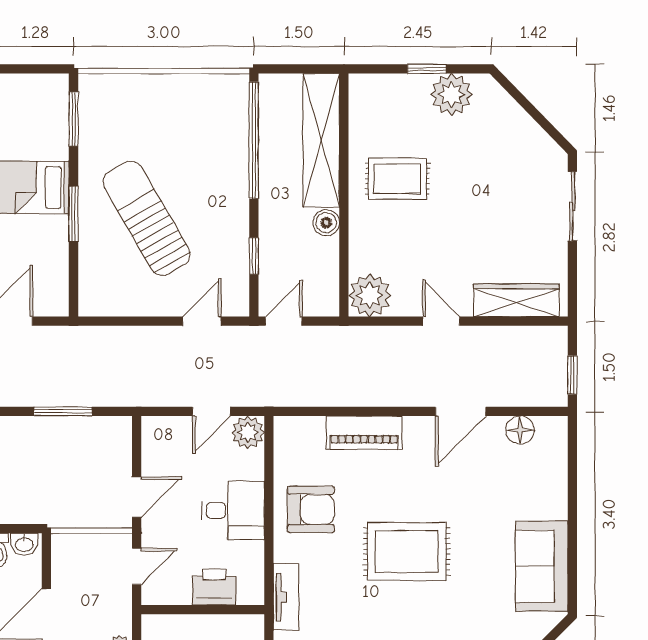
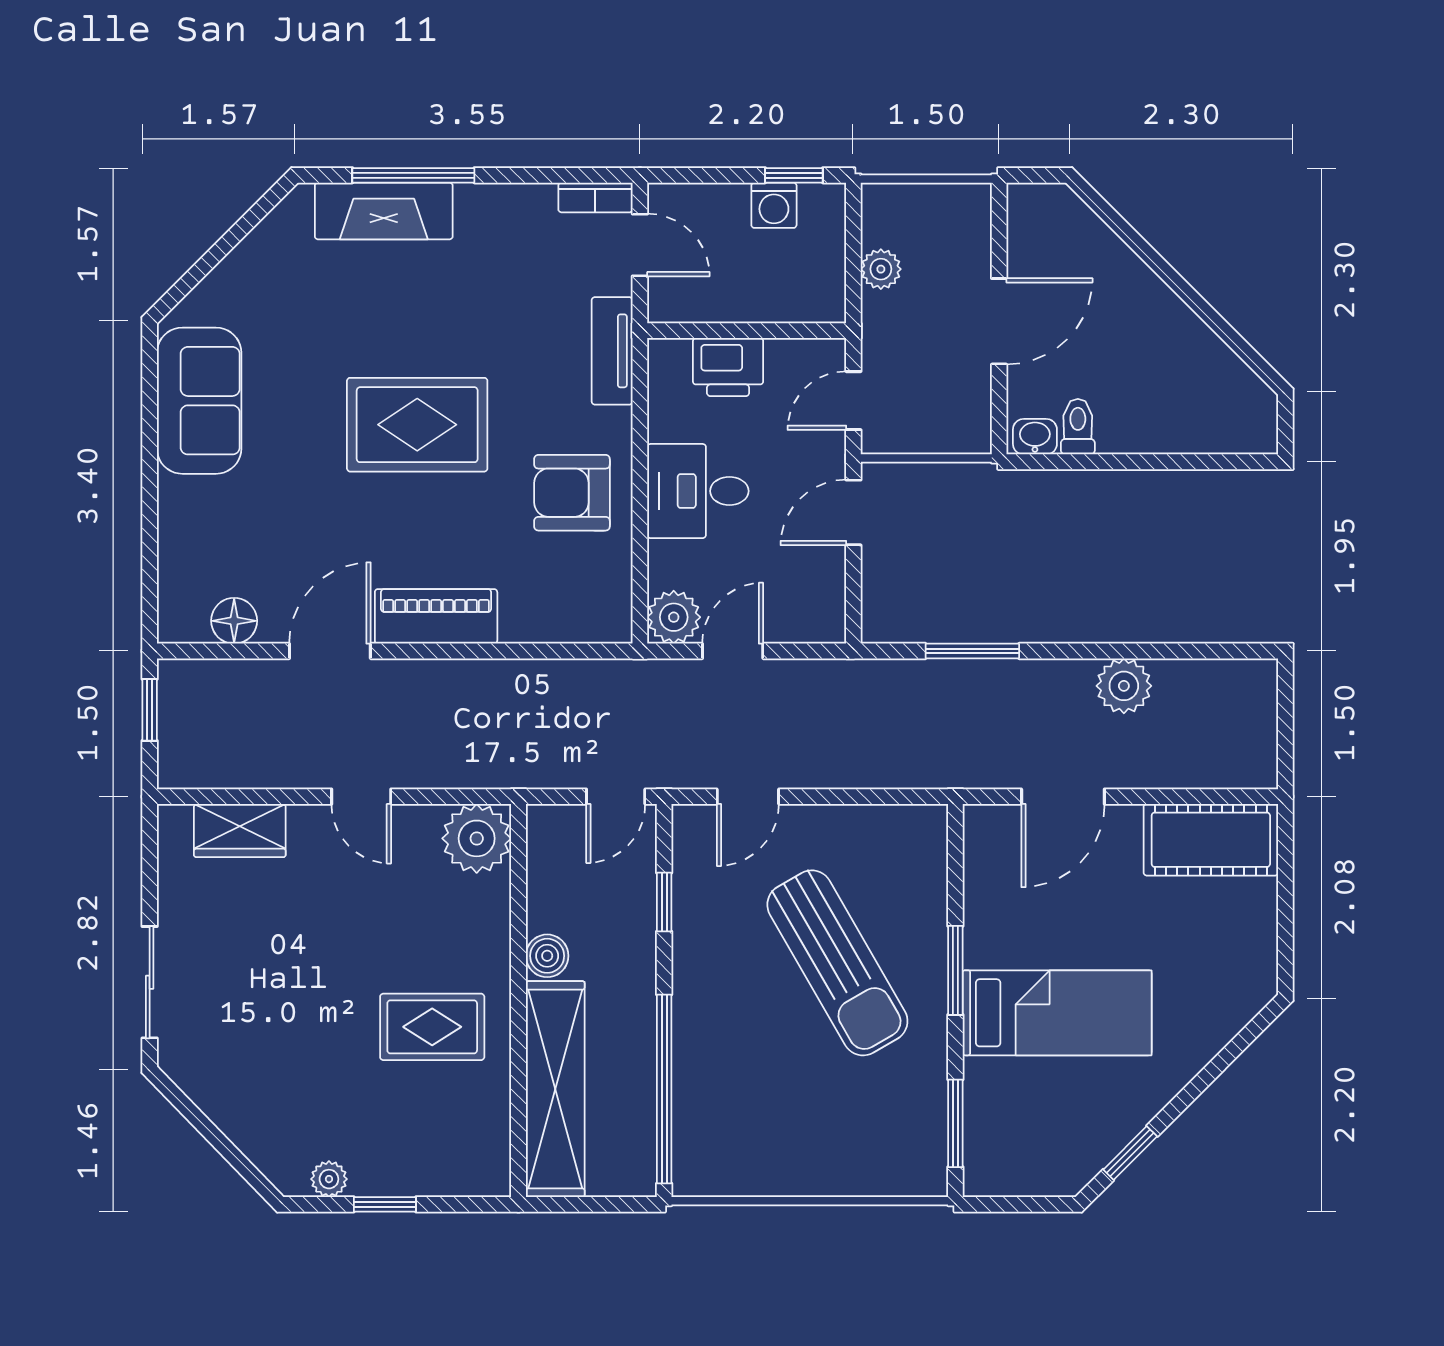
plant: (451, 94) -> (329, 1179), width x0.53, depth x0.53
wardrobe: (516, 300) -> (240, 831), width x0.67
piano: (364, 433) -> (436, 616), moved

